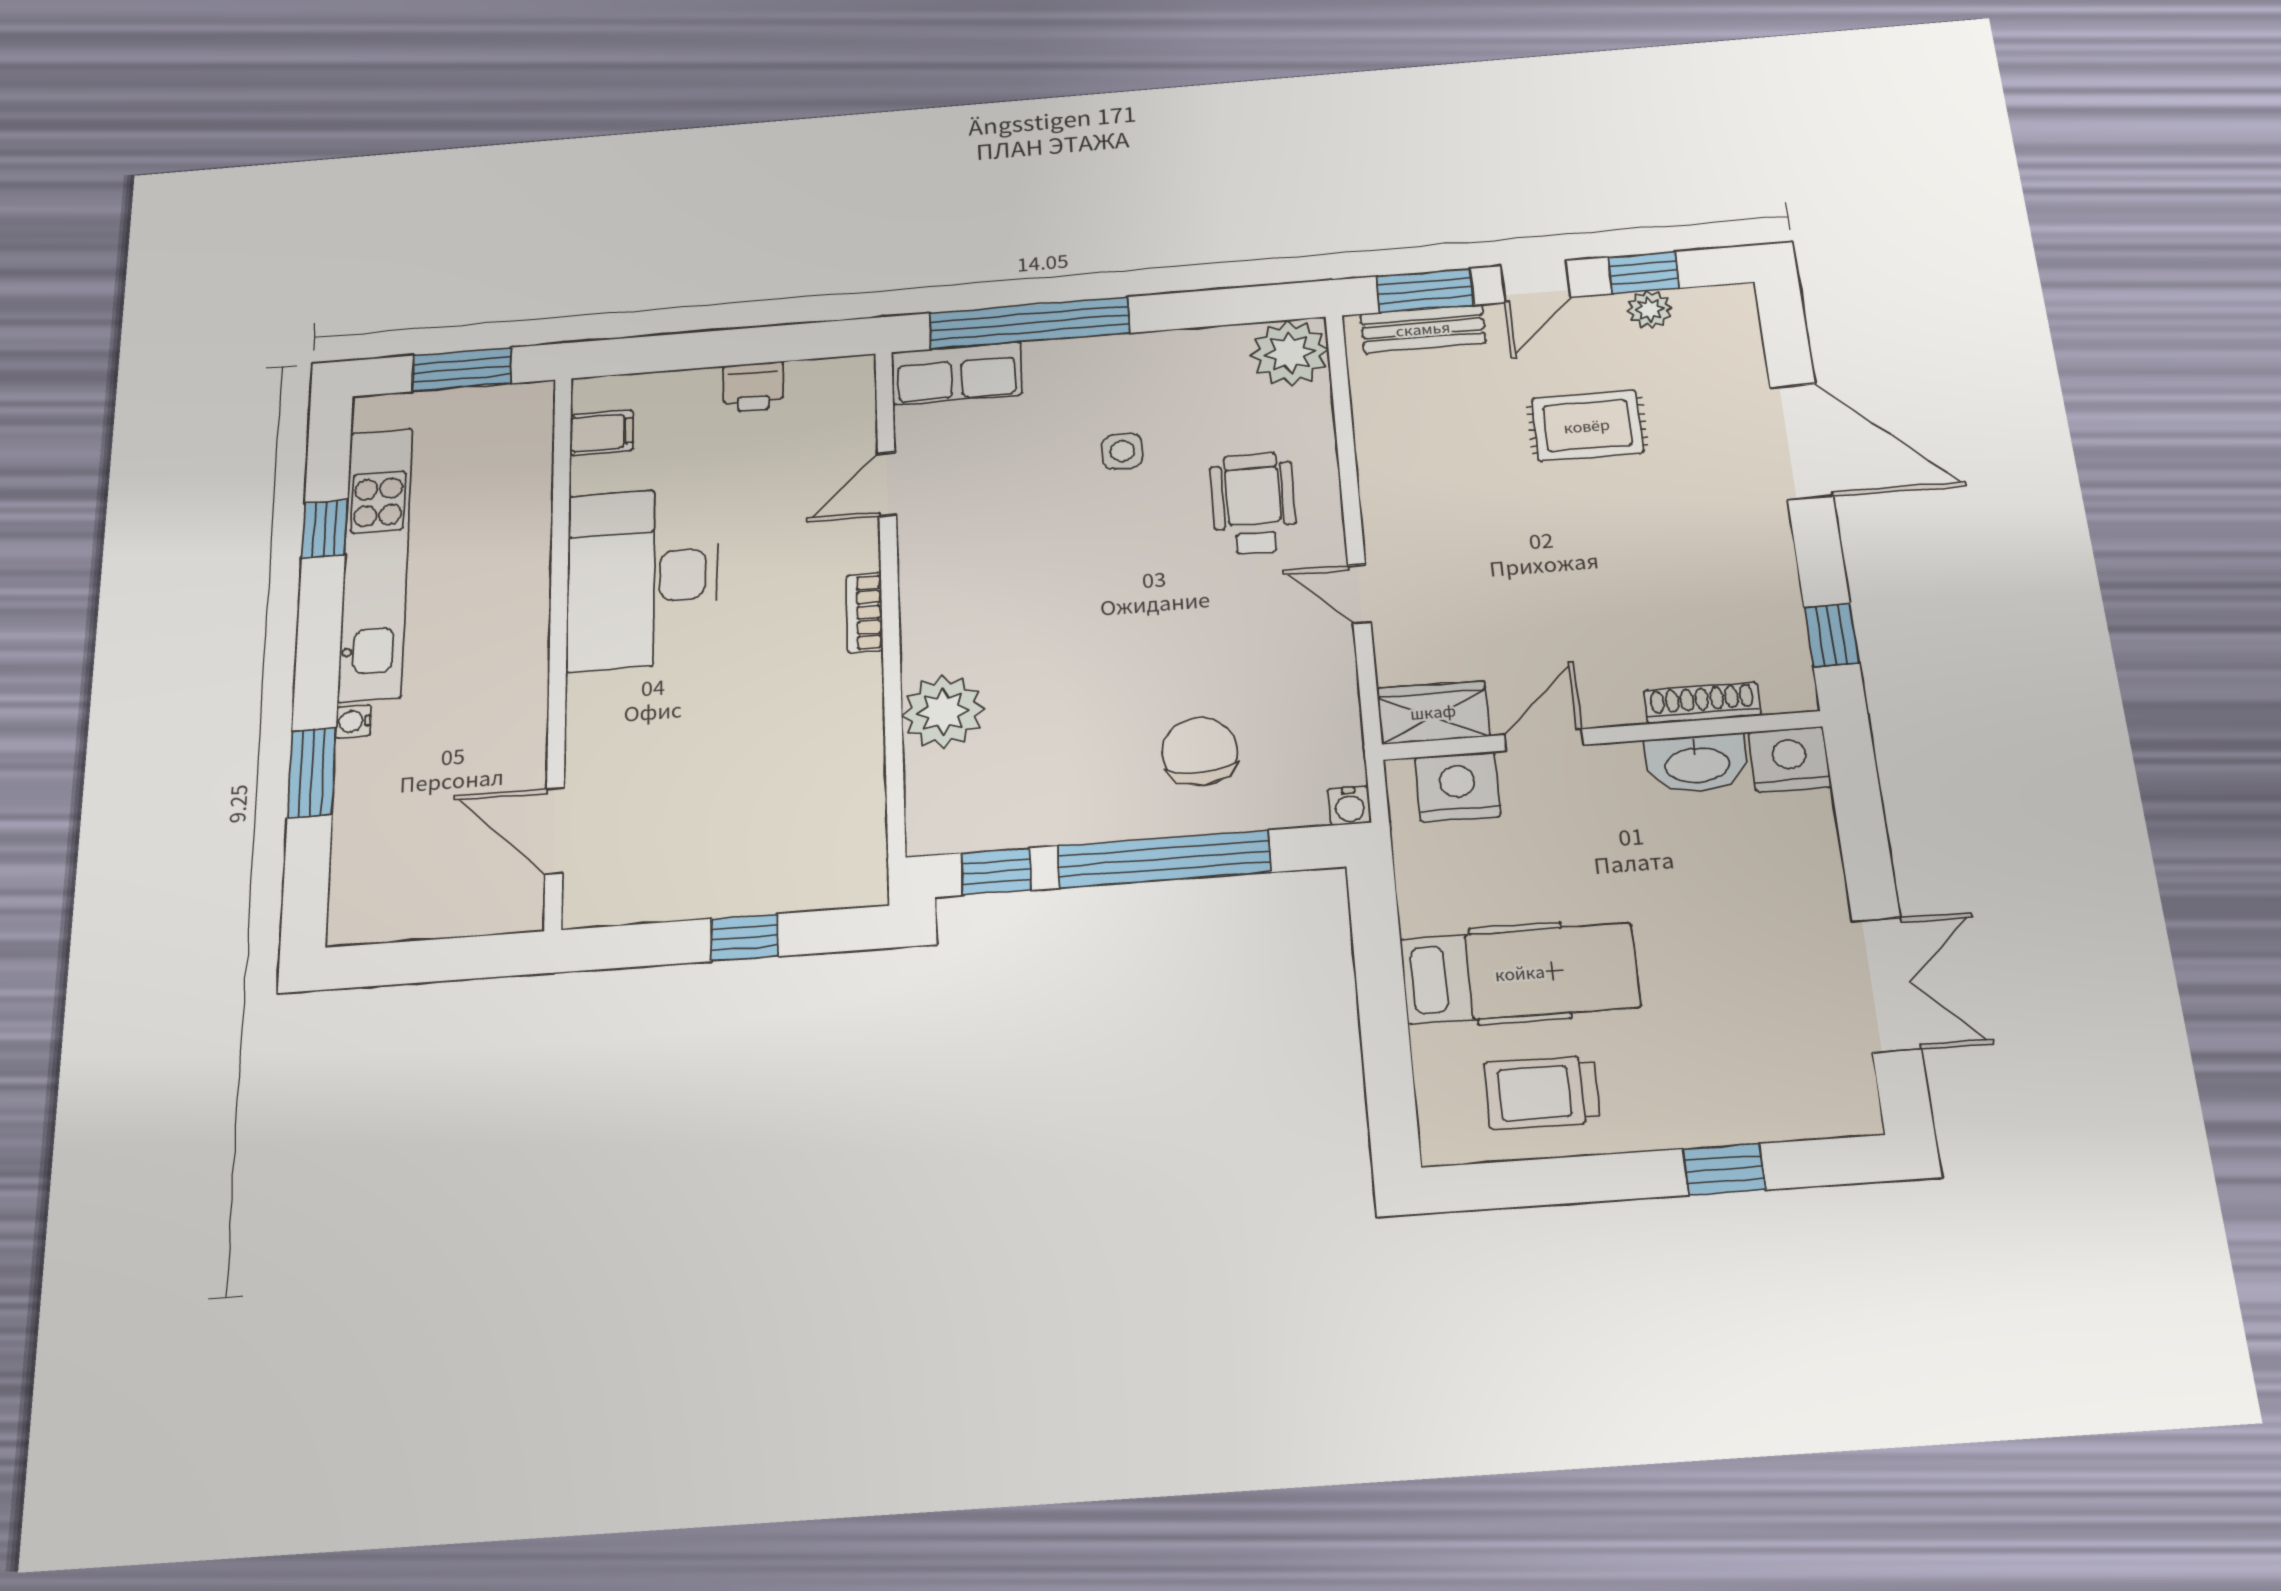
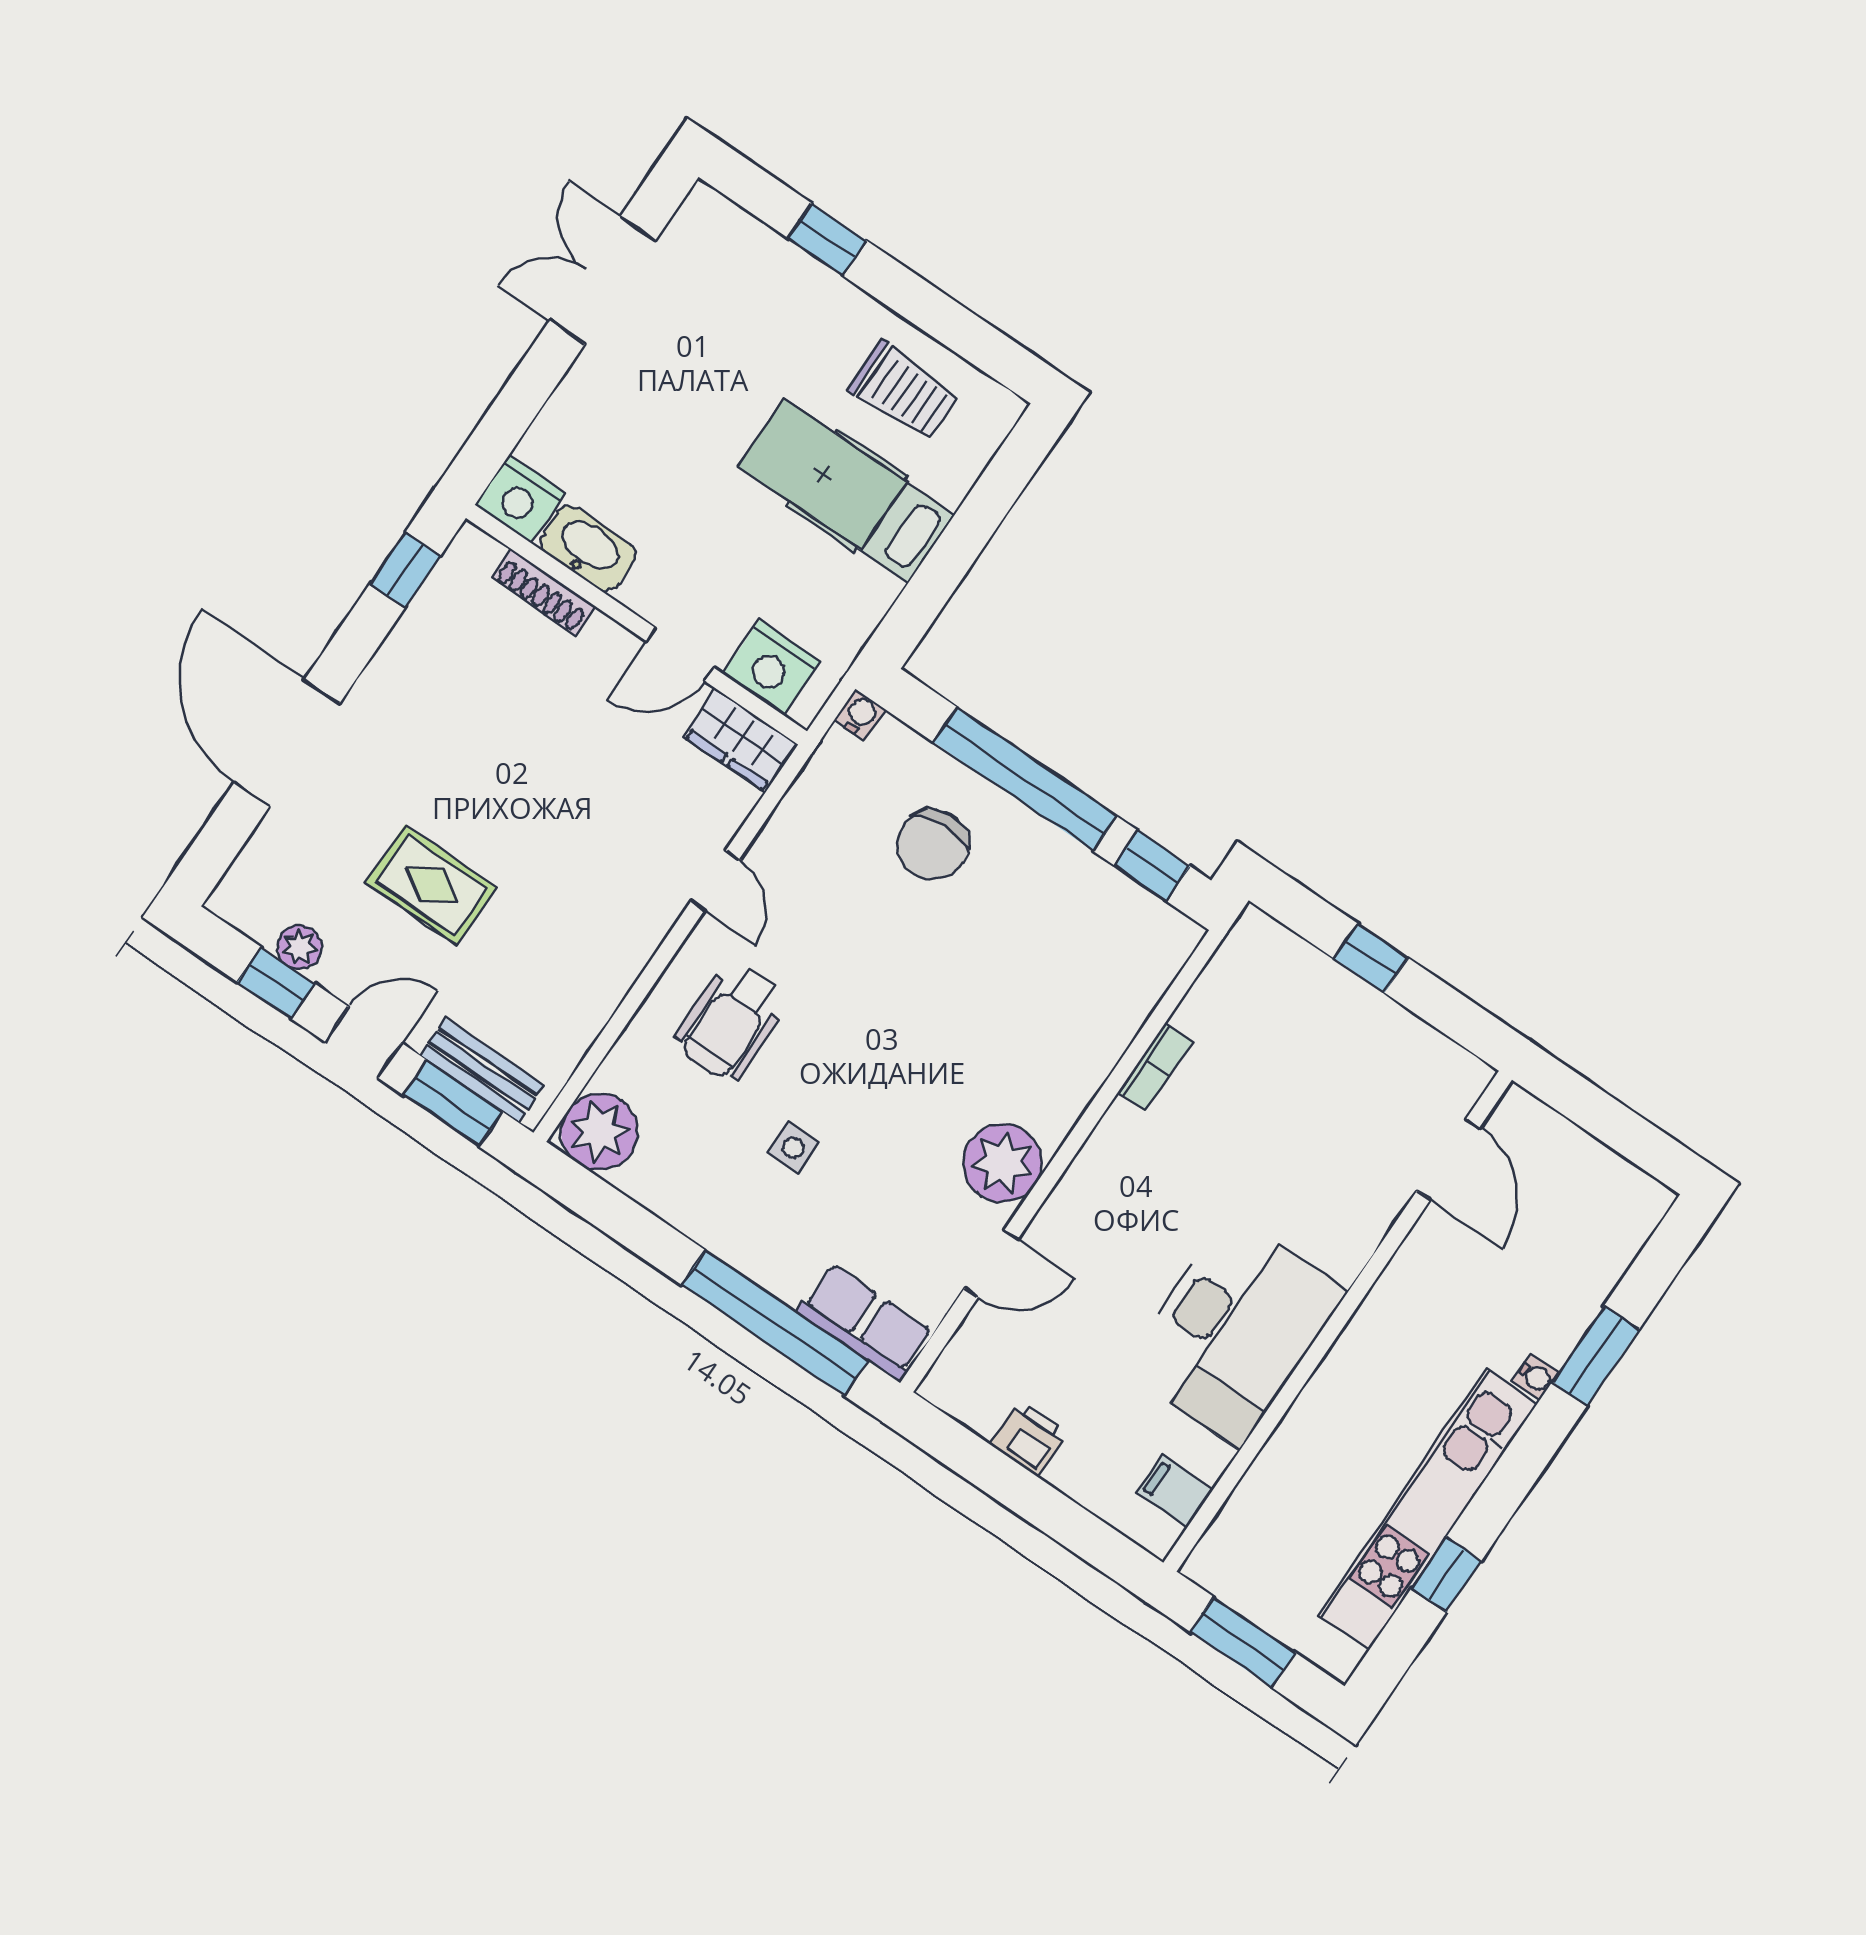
bookcase: (864, 613) -> (1155, 1067), moved
plant: (943, 712) -> (1003, 1163), moved

